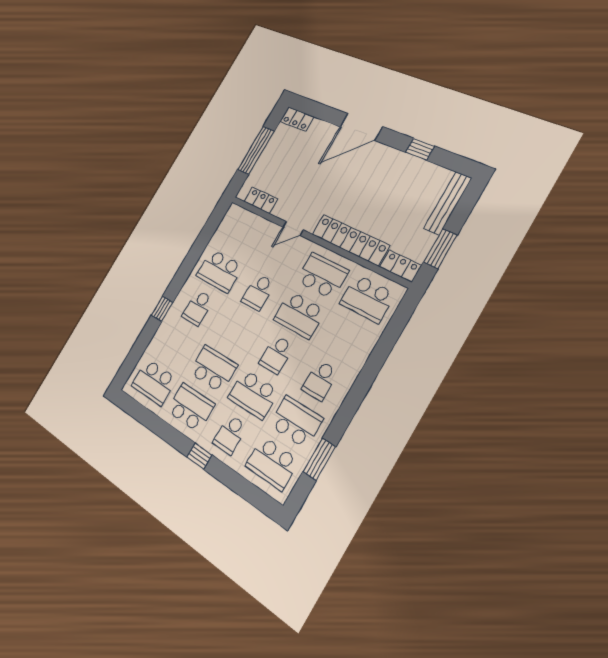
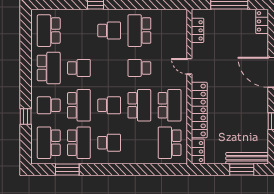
window: (440, 249) -> (242, 170), moved
school desk: (198, 308) -> (109, 31), turned 180
school desk: (299, 315) -> (139, 105), turned 180
school desk: (276, 355) -> (109, 105), turned 180
school desk: (213, 369) -> (79, 68), width x0.54
school desk: (320, 380) -> (109, 143), turned 180
school desk: (253, 394) -> (79, 105), turned 180
window: (199, 456) -> (26, 117), moved

